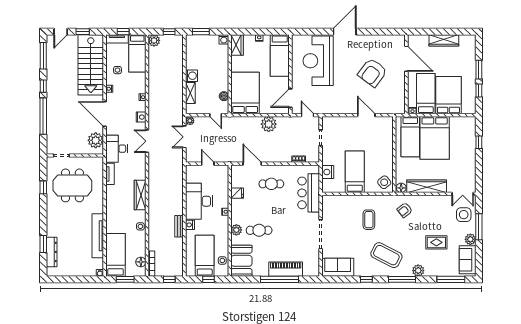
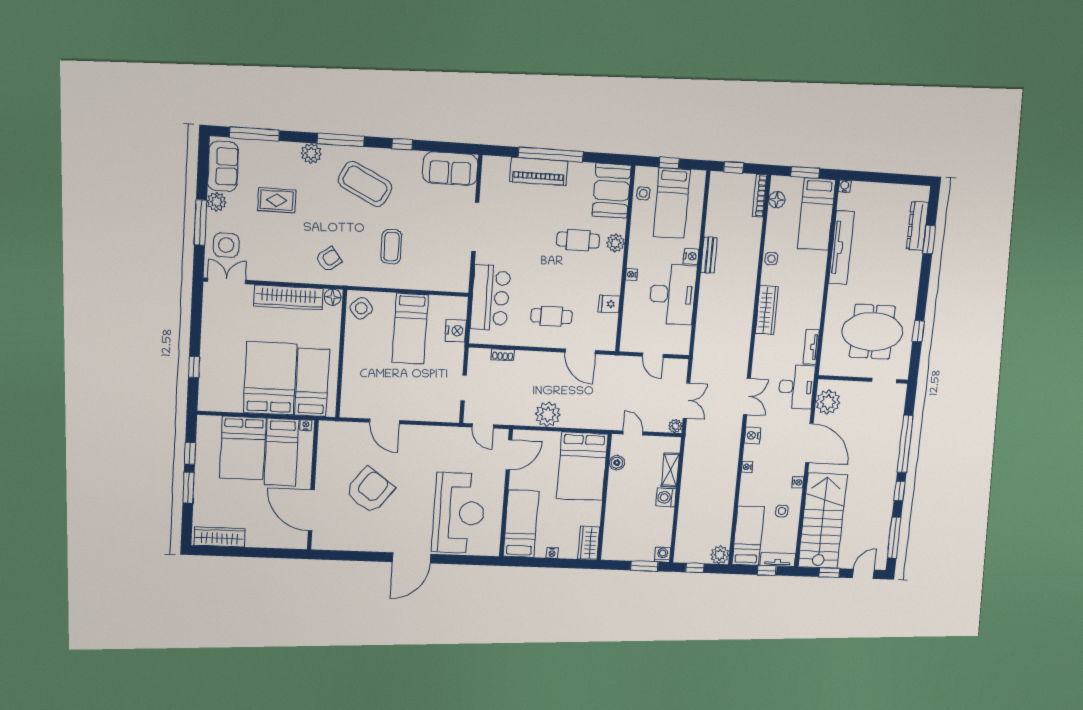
washing machine: (224, 39) -> (663, 555), moved
wardrobe: (444, 40) -> (220, 537), moved

